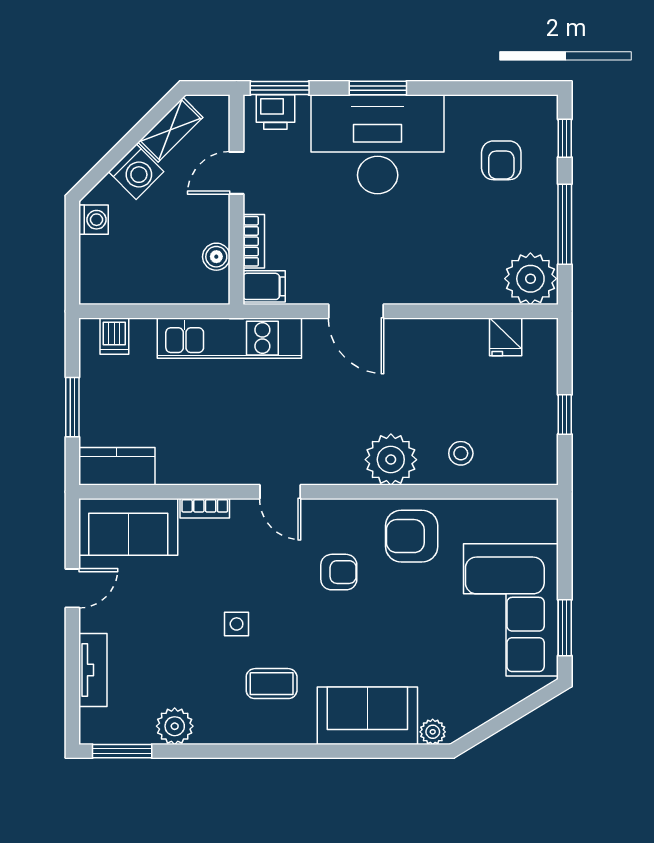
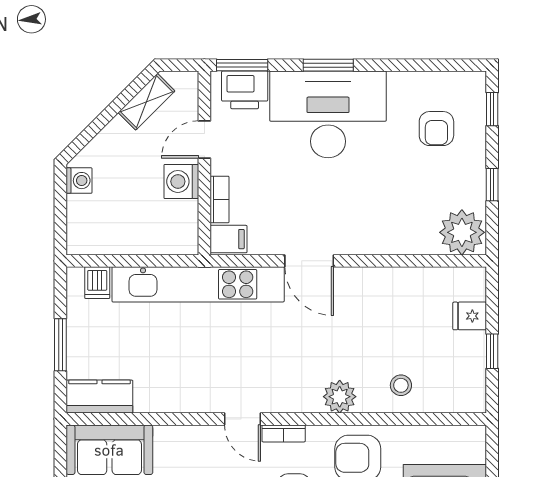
printer: (275, 112) -> (245, 90), width x1.36, depth x1.24
washing machine: (136, 172) -> (181, 181), moved, turned 135
window: (565, 224) -> (492, 185), width x0.46
boiler: (216, 257) -> (187, 213), removed
fridge: (506, 337) -> (470, 316), moved, turned 90
kitchen unit: (229, 338) -> (198, 284), width x1.36
plant: (391, 460) -> (340, 397), width x0.73, depth x0.73
bookcase: (205, 508) -> (284, 433), moved

